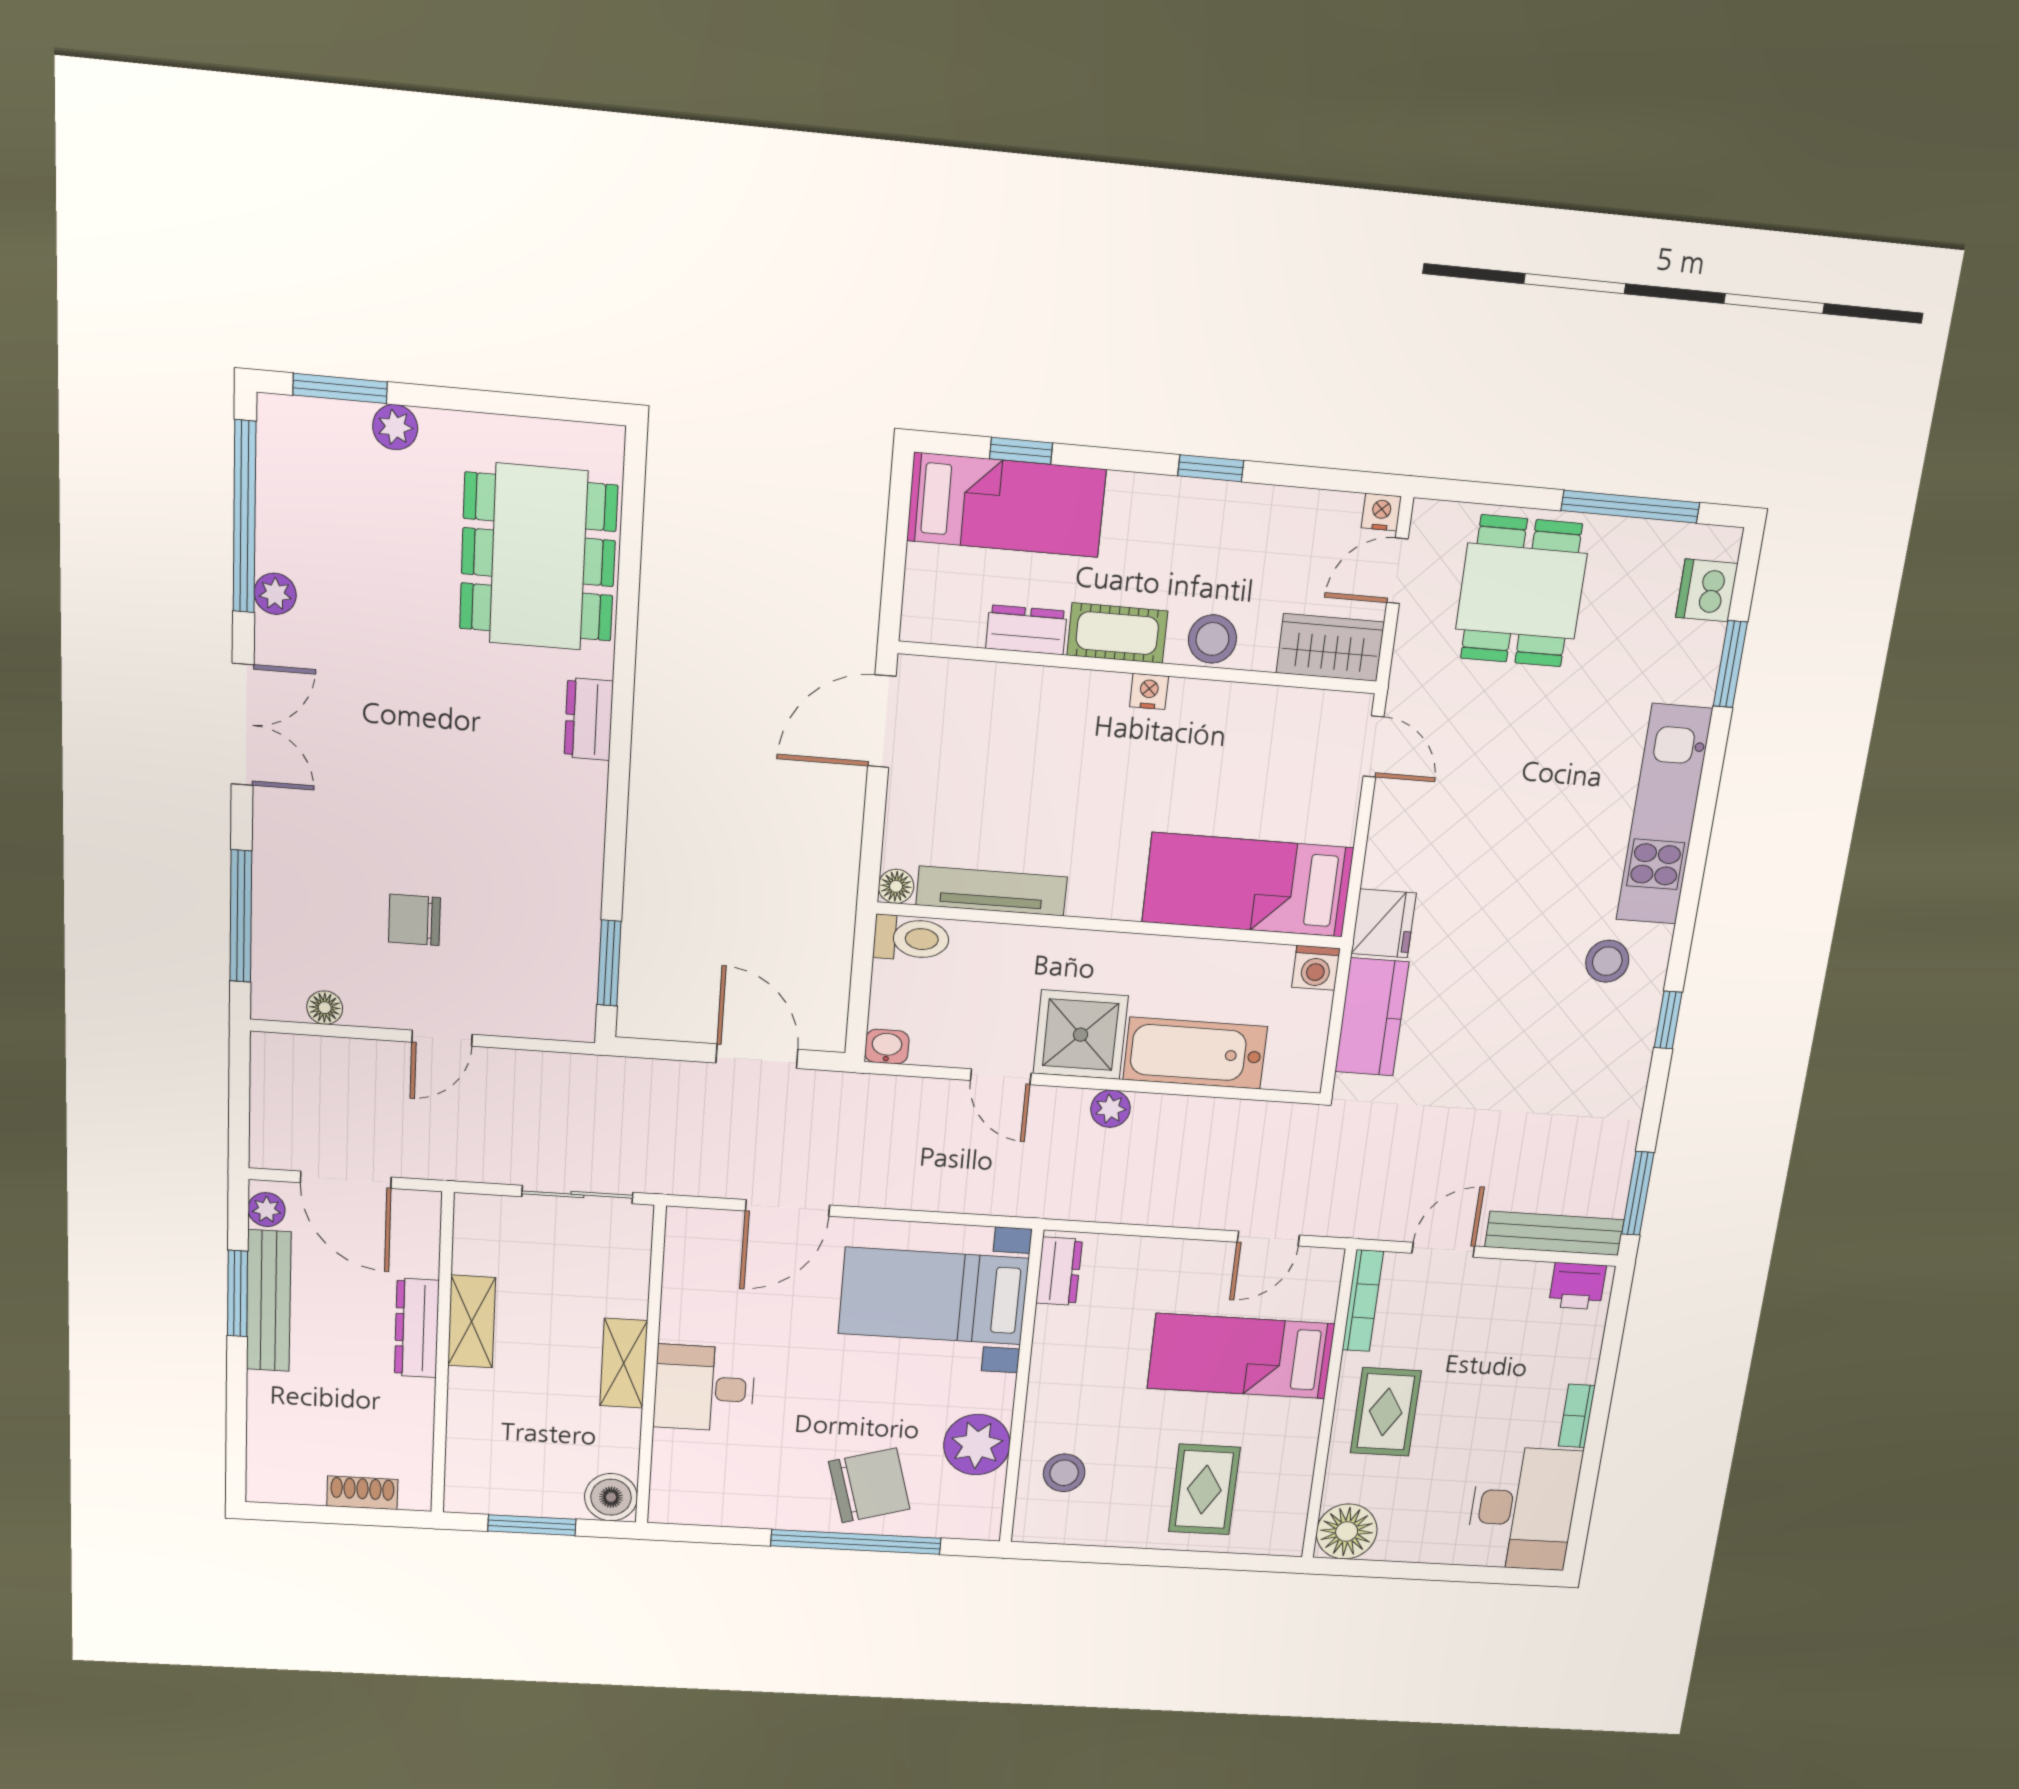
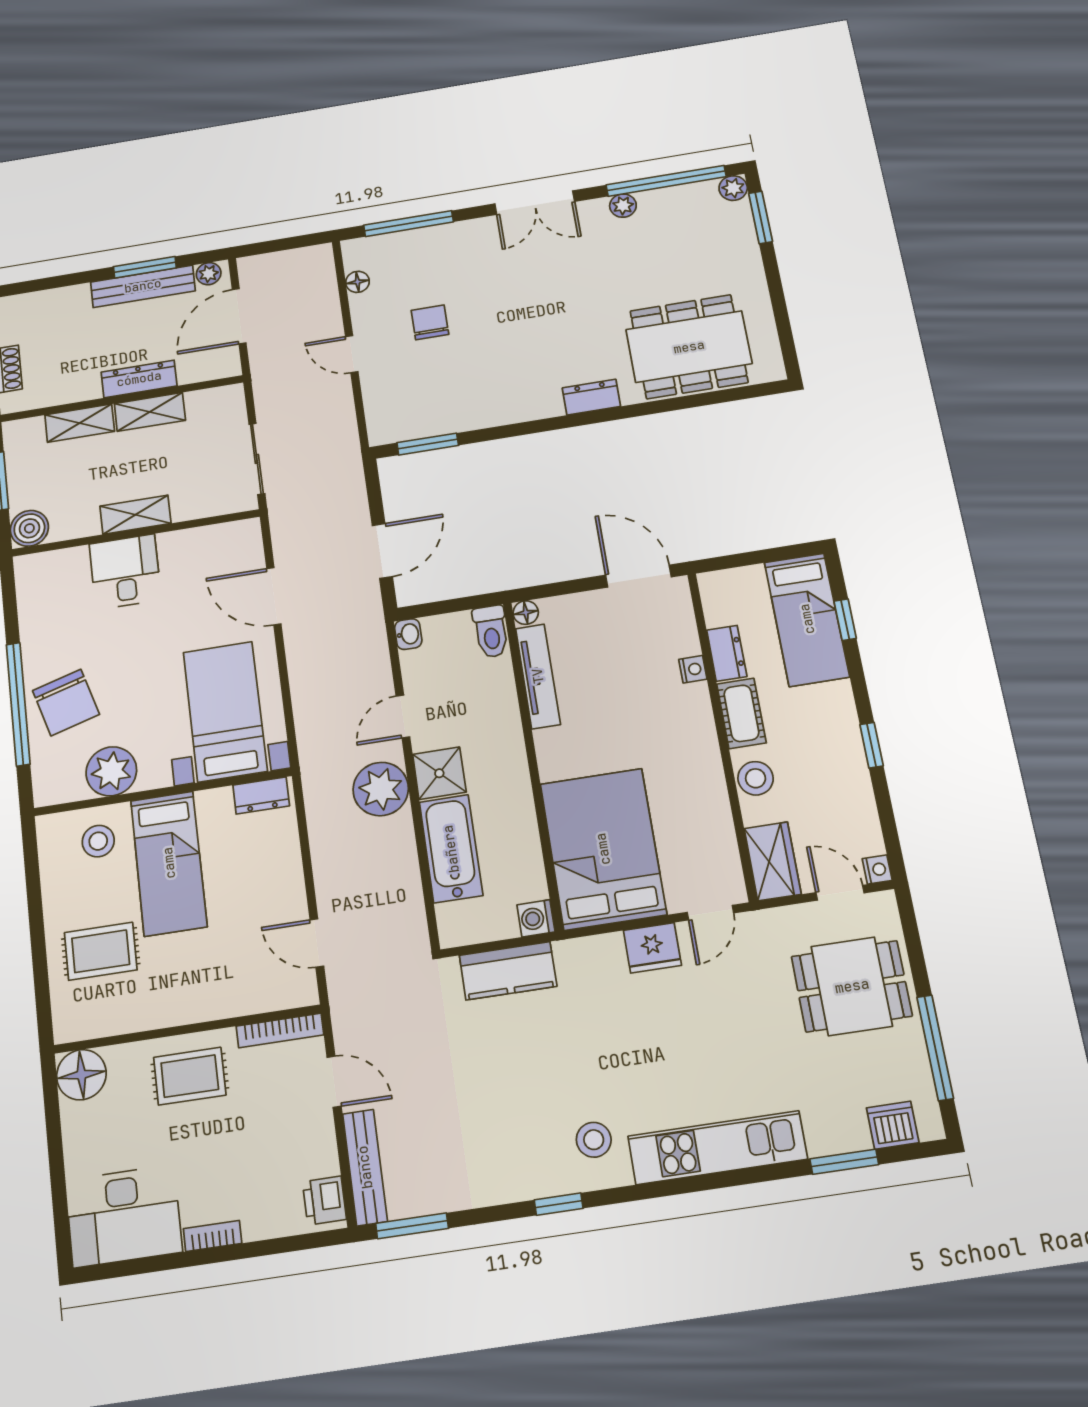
plant: (395, 427) -> (733, 188), moved
nightstand: (1149, 691) -> (693, 669), moved
bed: (1248, 885) -> (603, 849), width x1.50
fridge: (1384, 923) -> (652, 948), moved
shower: (1081, 1035) -> (439, 773), width x0.73, depth x0.73
plant: (1110, 1109) -> (381, 789), width x1.87, depth x1.87
bed: (1241, 1356) -> (169, 863), moved, turned 180
shelving: (468, 1414) -> (80, 423), added

